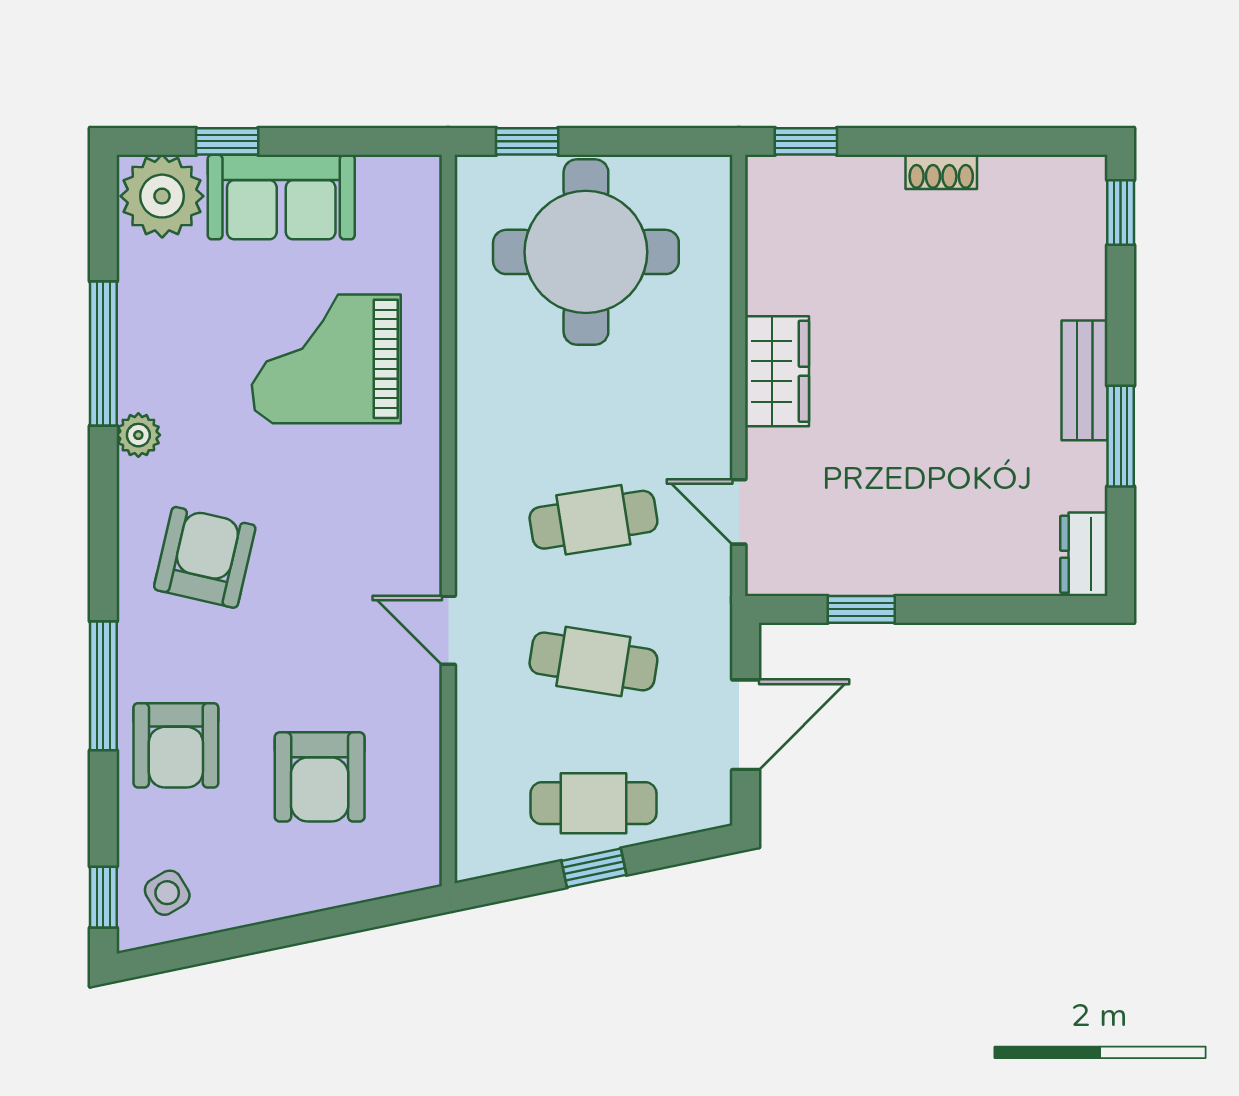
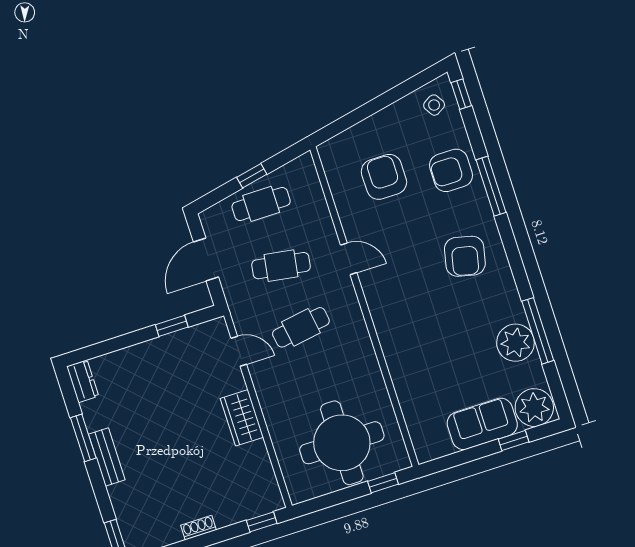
grand piano: (326, 359) -> (440, 360), removed
plant: (138, 435) -> (515, 343), moved, width x1.88, depth x1.88
armchair: (176, 745) -> (451, 170), turned -90

